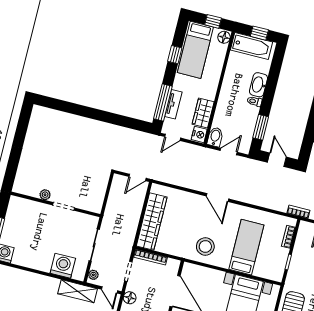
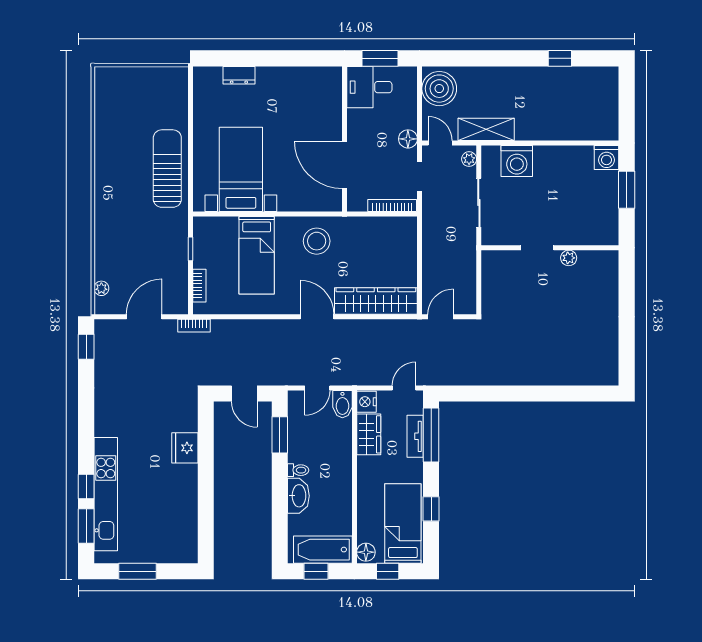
wardrobe: (152, 222) -> (376, 301), moved, turned 90

